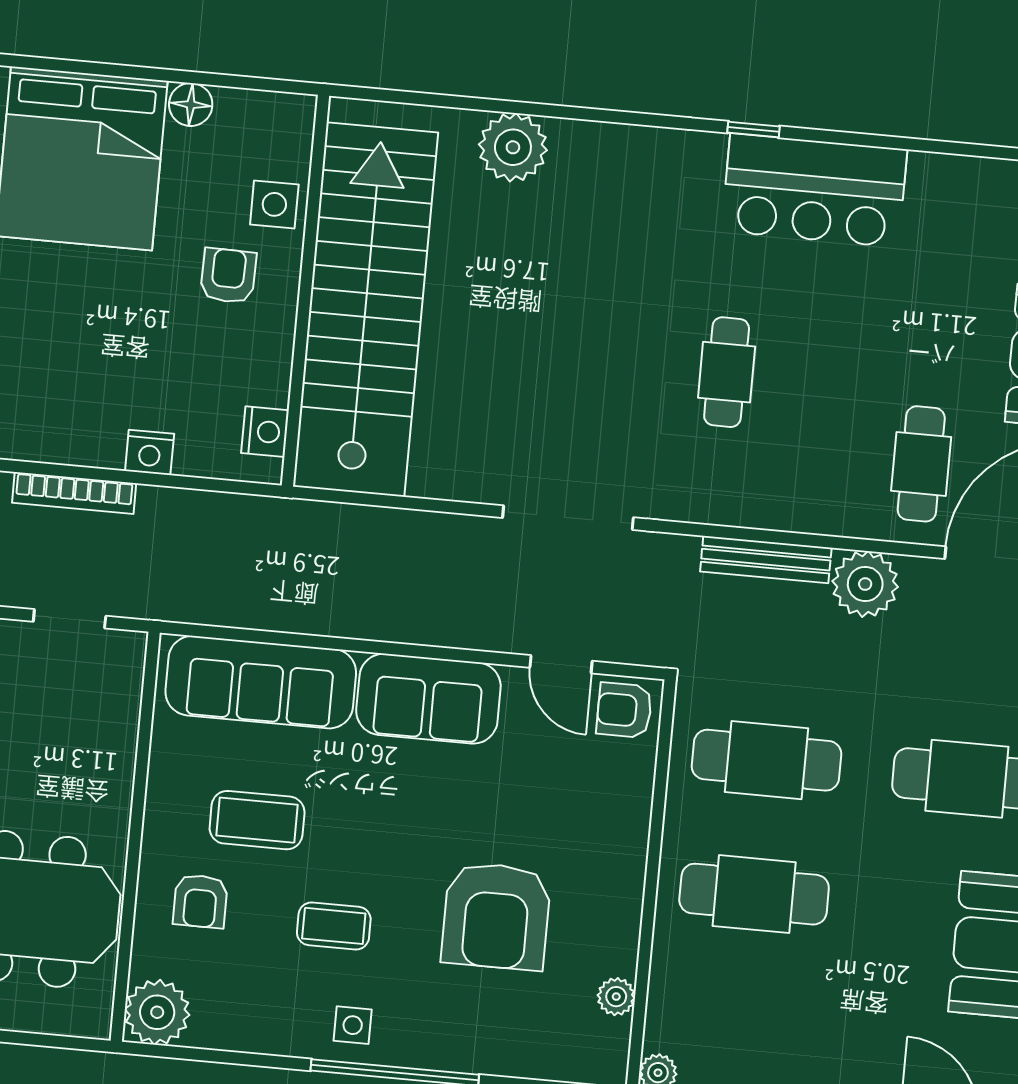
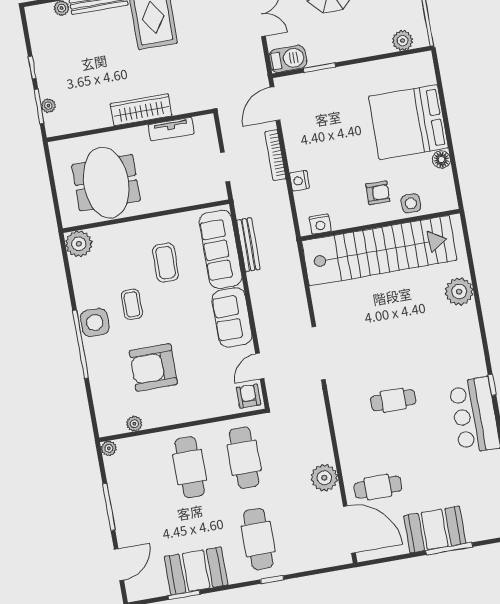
bench: (766, 560) -> (248, 245), moved
armchair: (200, 901) -> (127, 249), removed
side table: (353, 1025) -> (95, 323), width x1.87, depth x1.87

